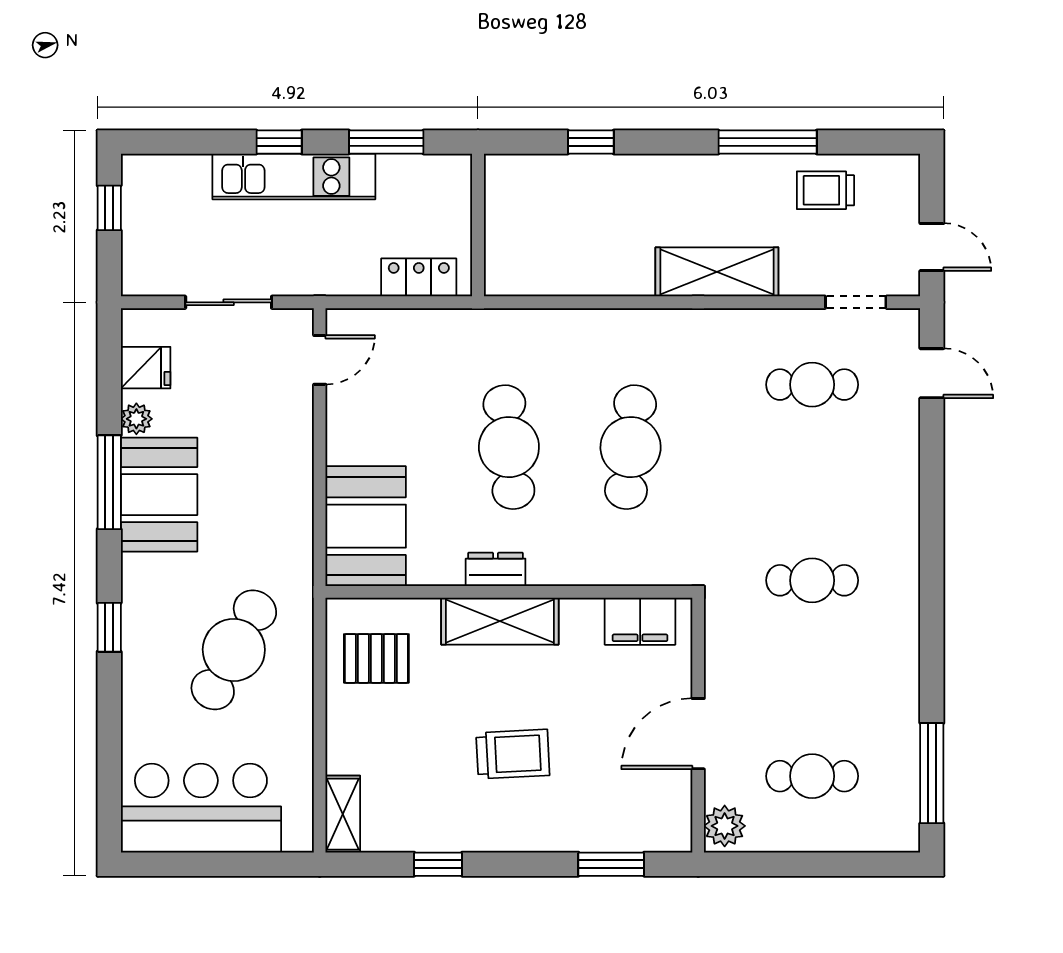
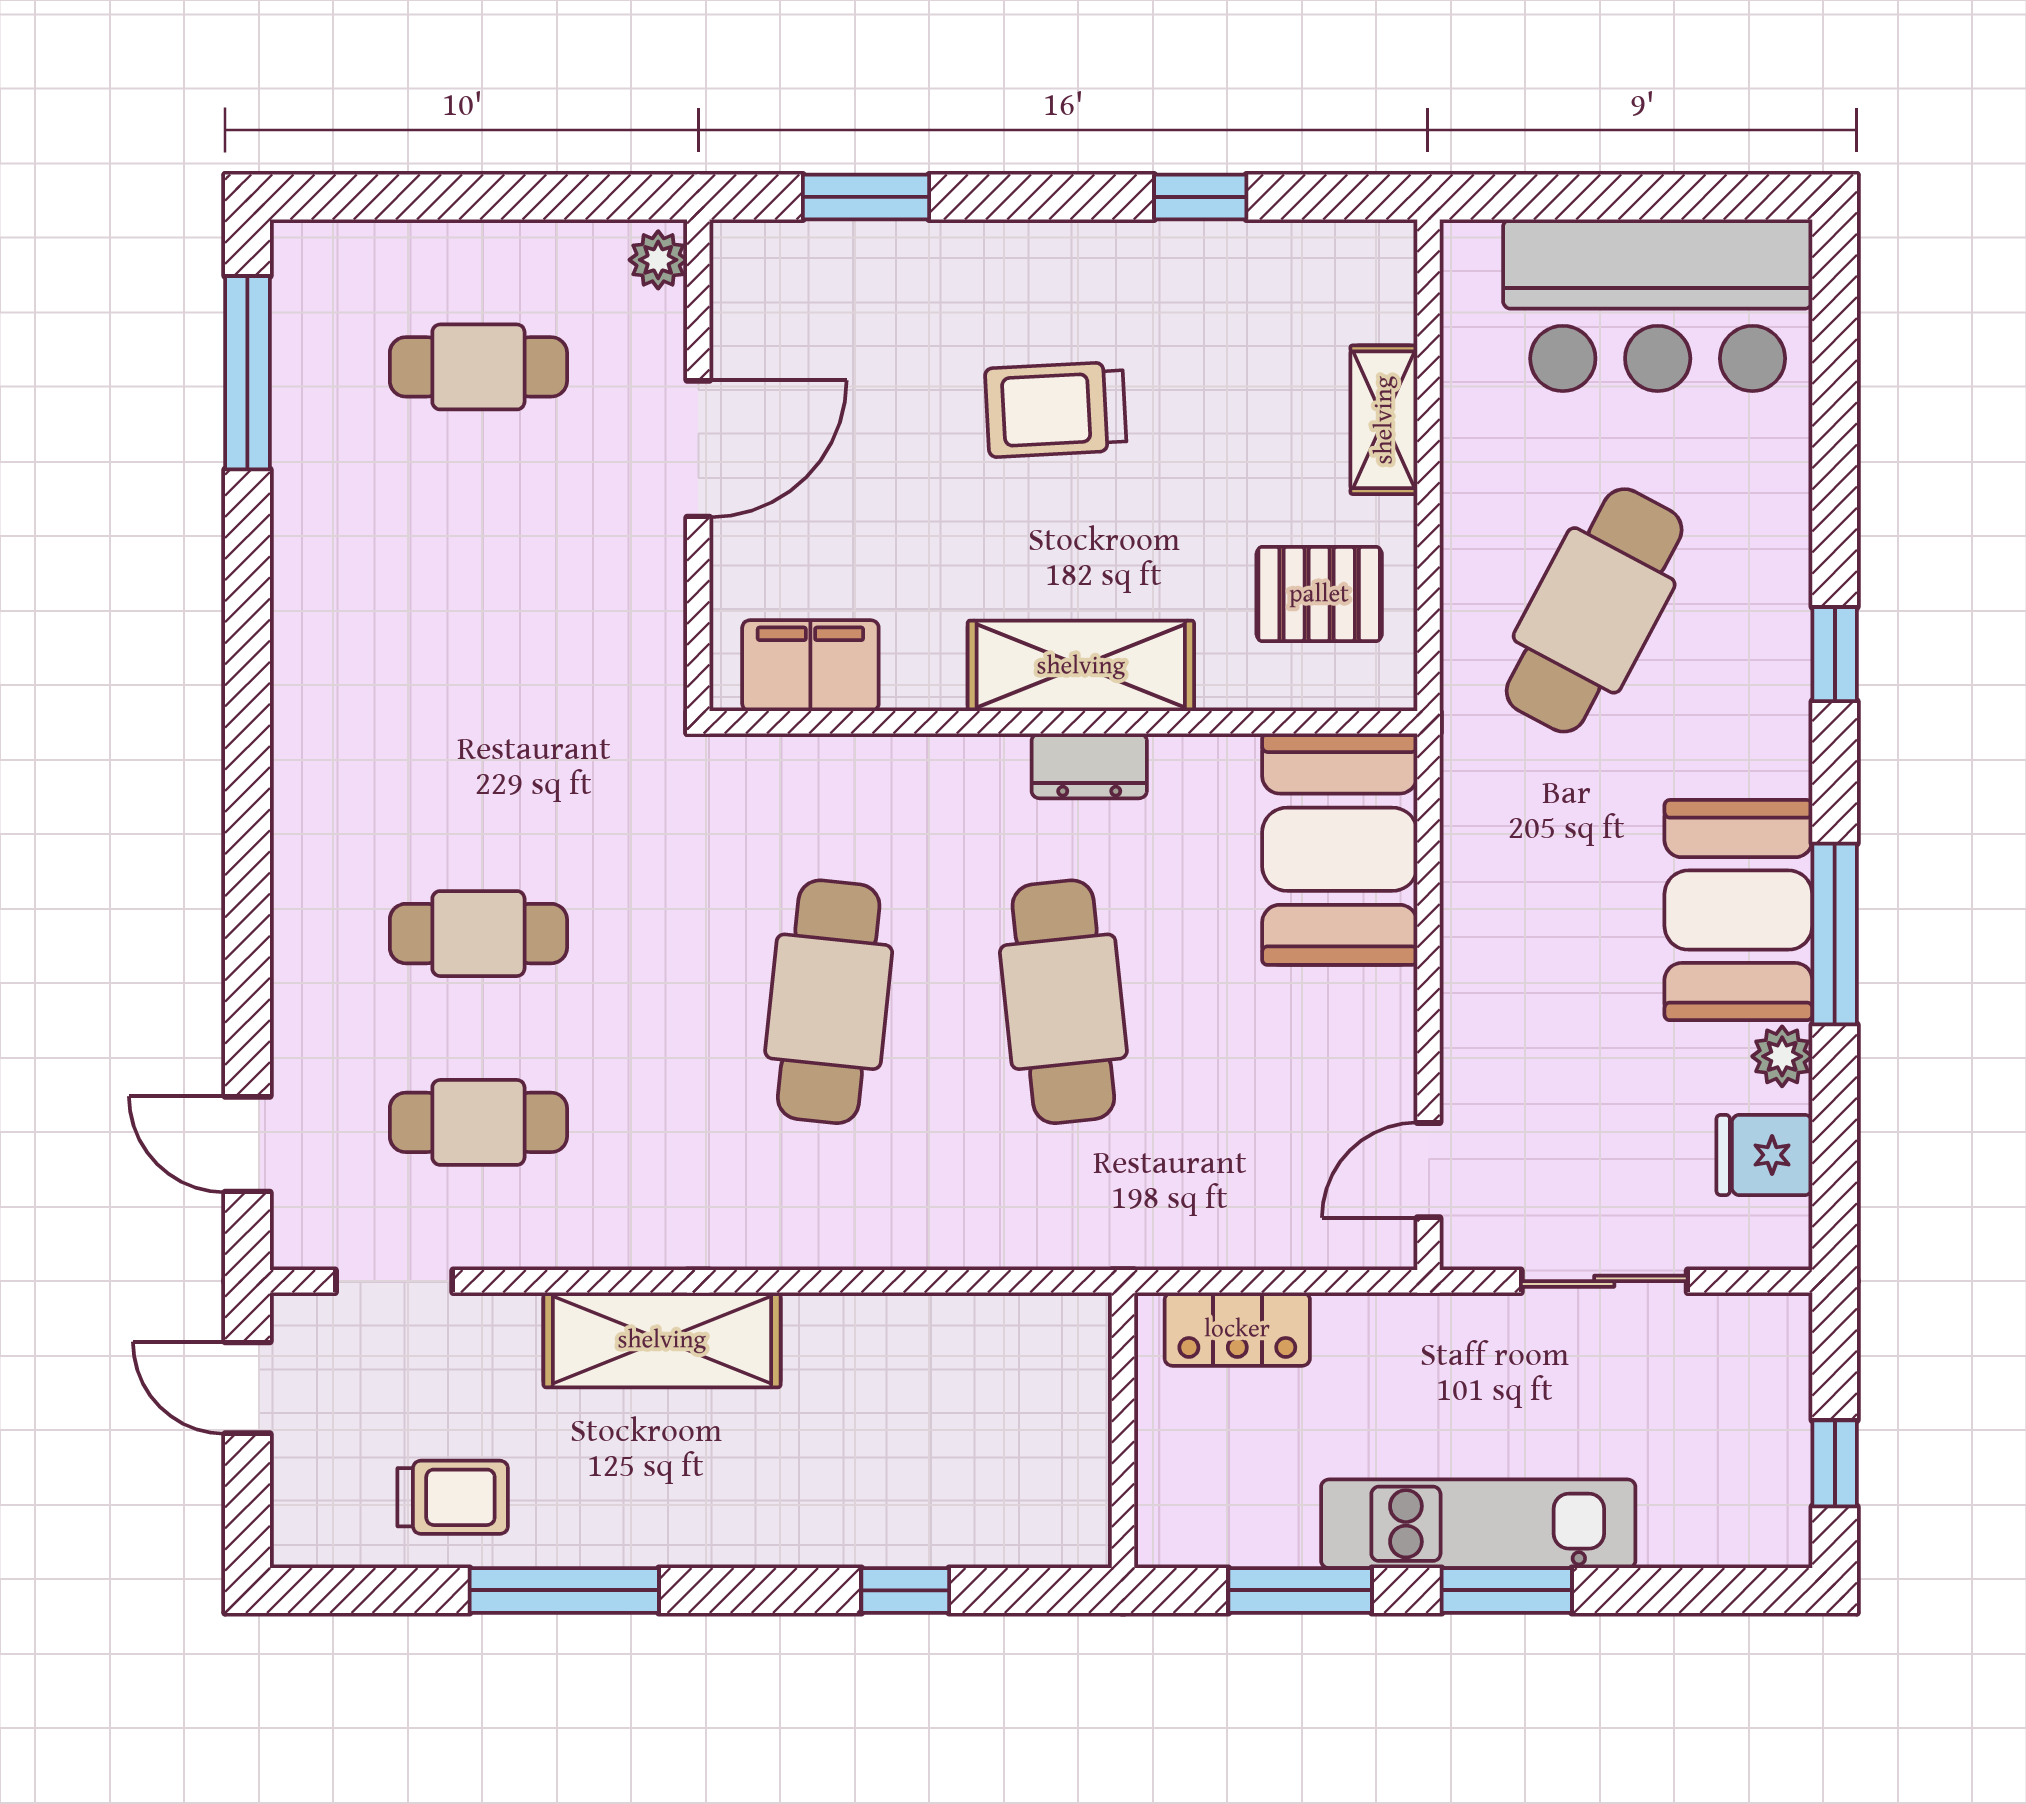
window: (279, 142) -> (1507, 1590), width x1.50
cafe table: (812, 580) -> (478, 934), moved
shelving: (343, 814) -> (1384, 420), moved
plant: (725, 826) -> (658, 260), width x0.73, depth x0.73

